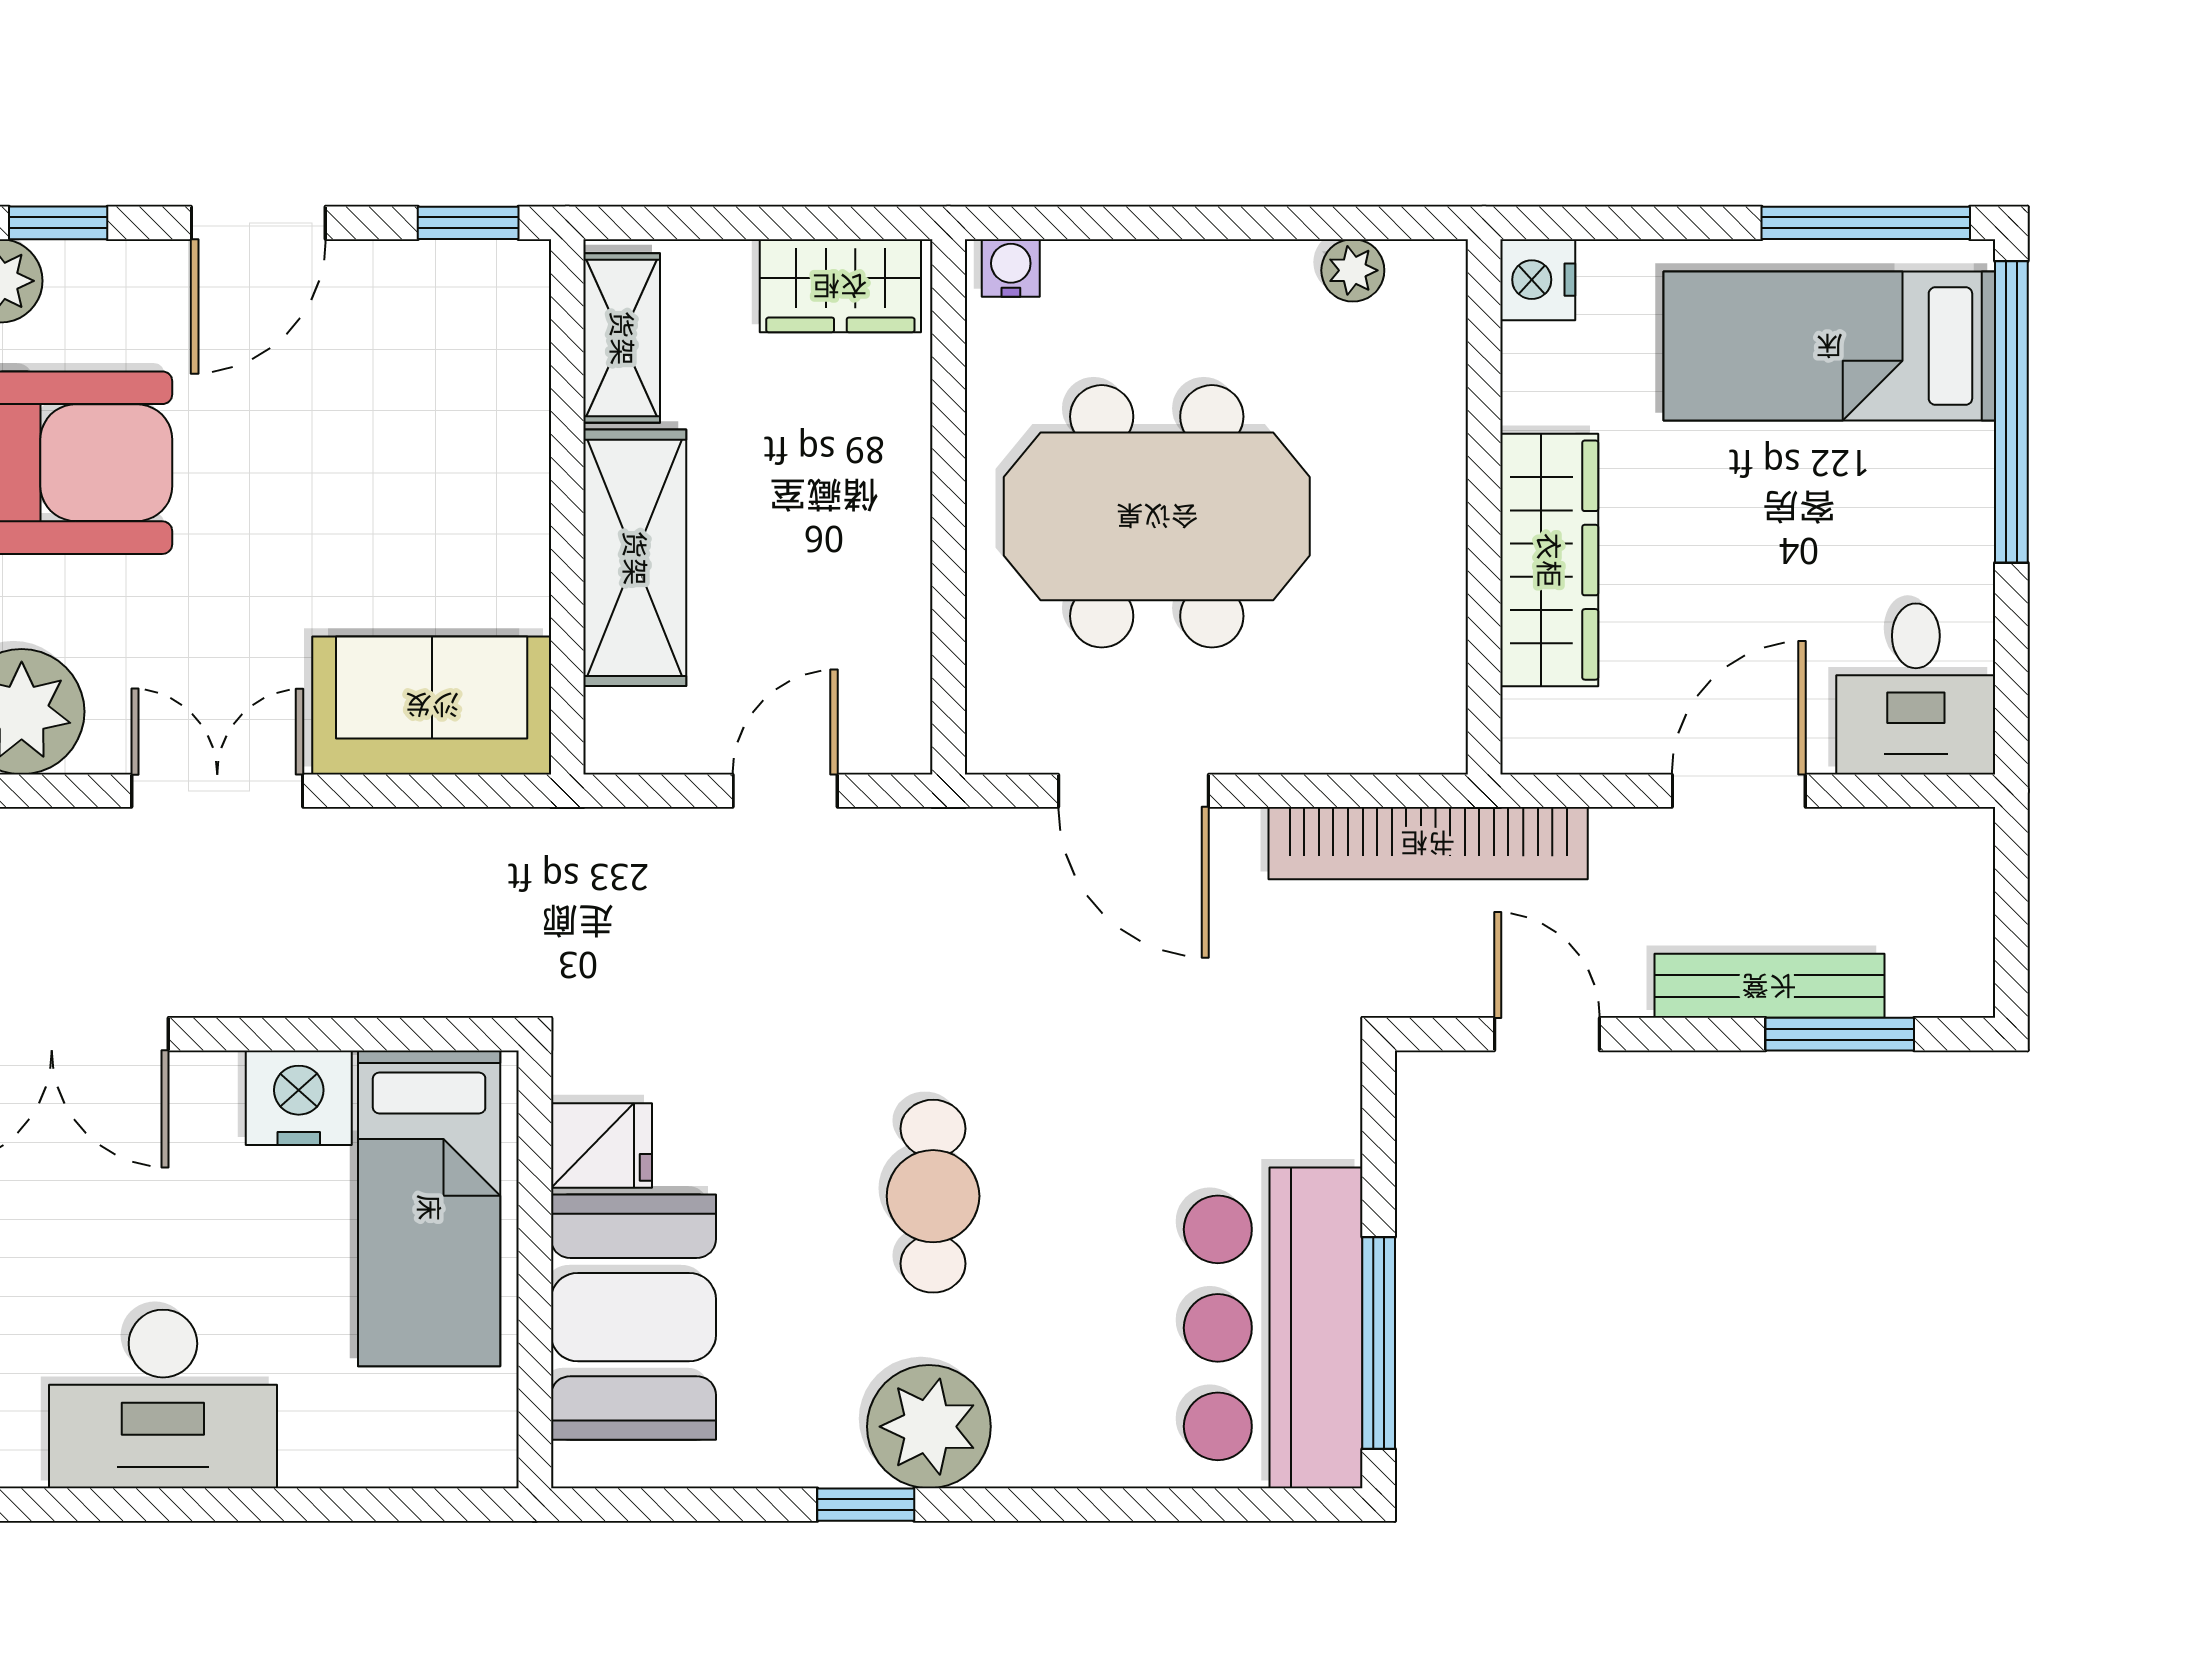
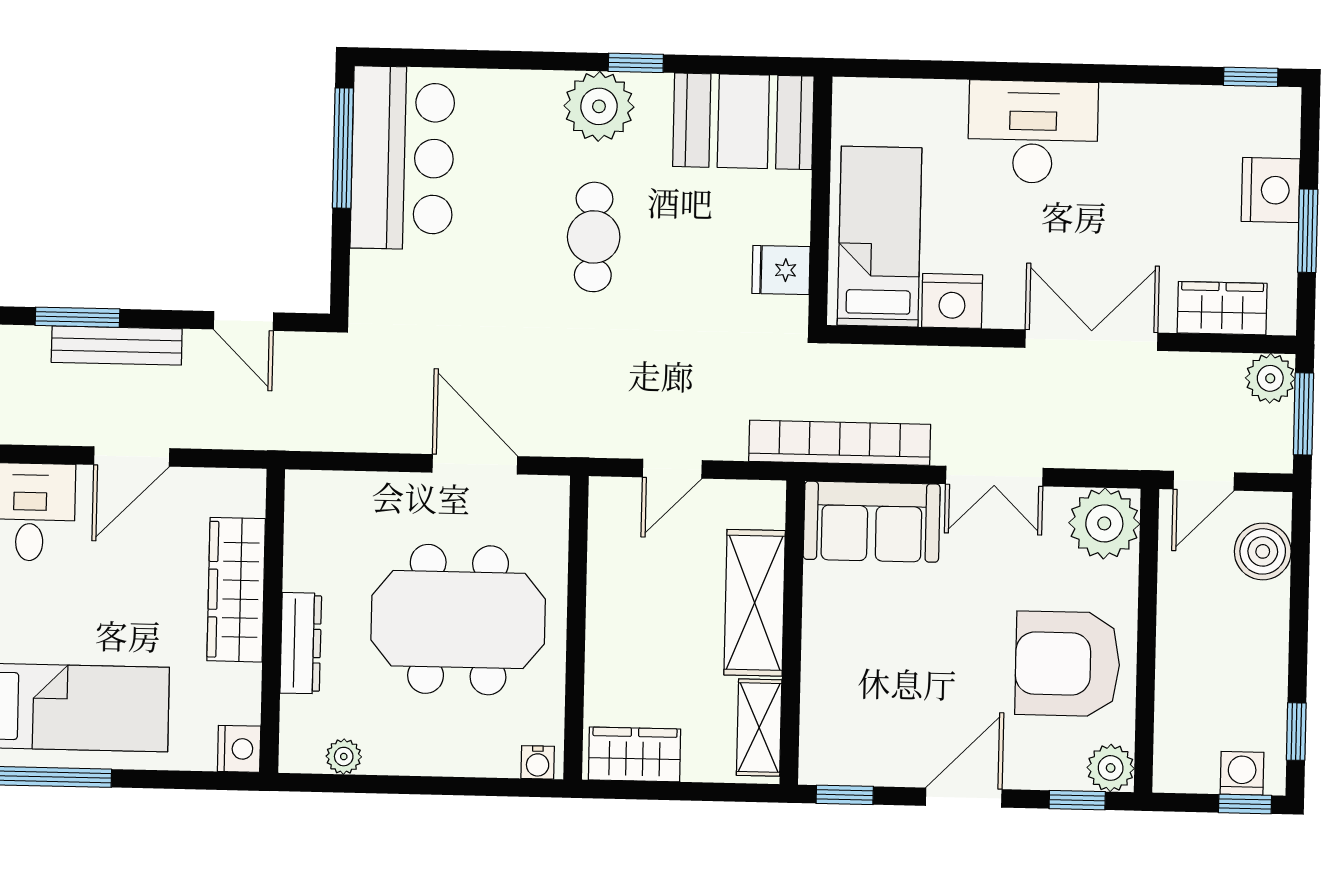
dresser: (1433, 469) -> (301, 643), added
bookcase: (1428, 843) -> (840, 443), moved
booth: (633, 1317) -> (743, 121), moved, turned 90

